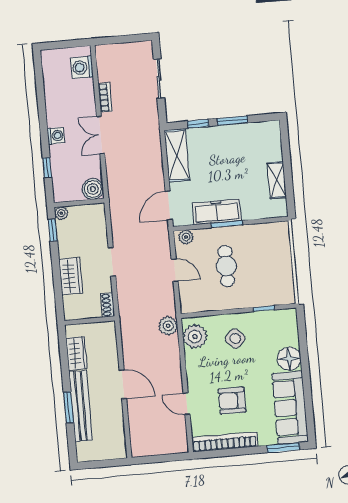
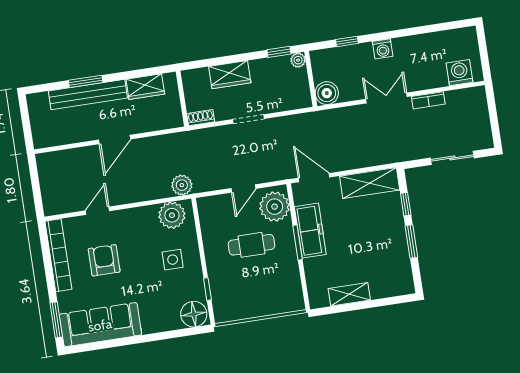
plant: (186, 237) -> (275, 207), width x1.87, depth x1.87
side table: (235, 338) -> (173, 260), turned 45
floor lamp: (289, 359) -> (194, 314), moved

